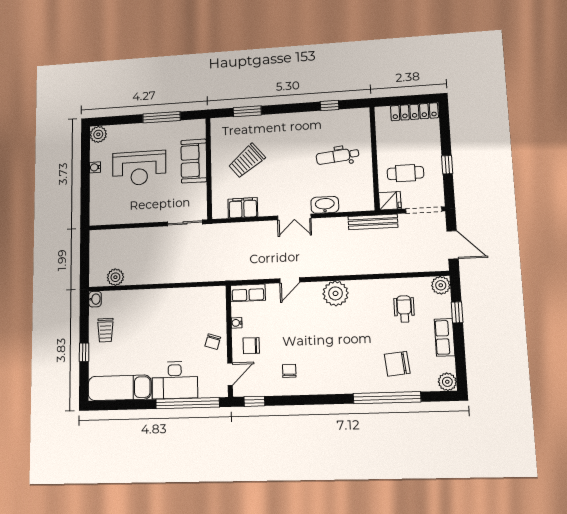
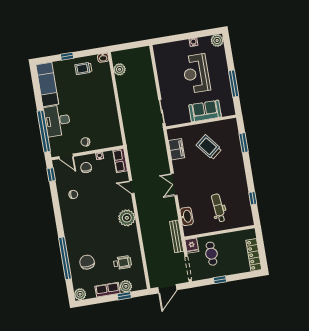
washbasin: (325, 205) -> (187, 216), moved
plant: (441, 285) -> (126, 286), moved

